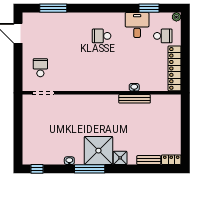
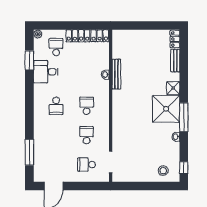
school desk: (71, 68) -> (87, 135), added
school desk: (102, 68) -> (87, 106), added
stool: (34, 147) -> (163, 171), added

